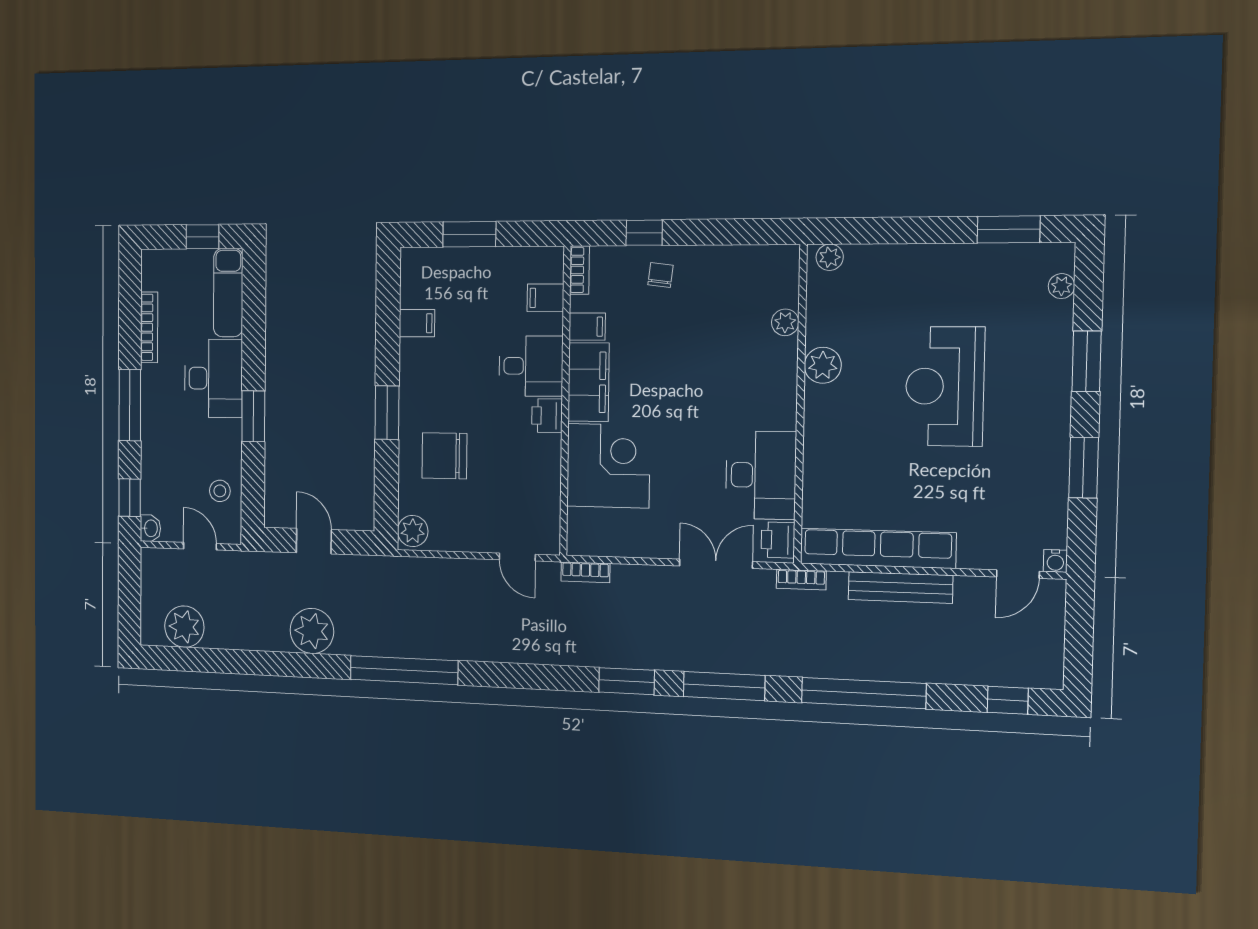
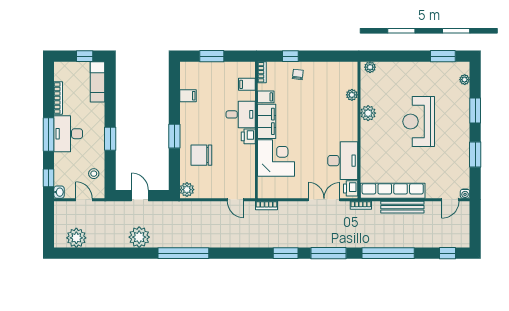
desk: (213, 378) -> (68, 134), moved, turned 180

